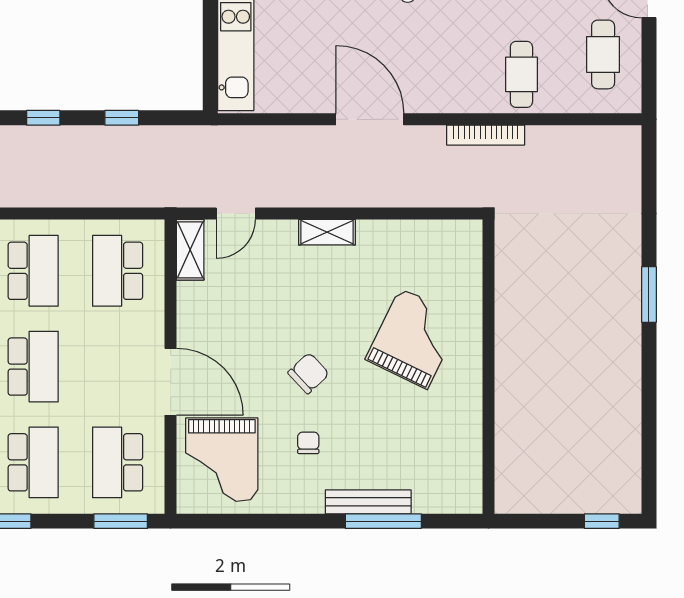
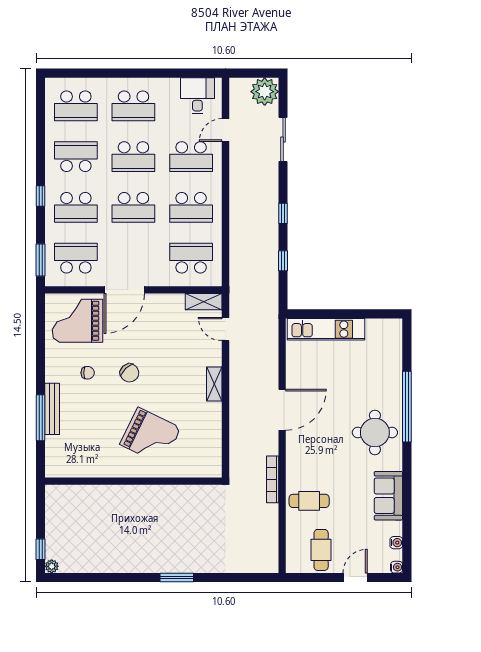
cafe table: (603, 54) -> (321, 550), turned 90
plant: (630, 503) -> (52, 566), added

